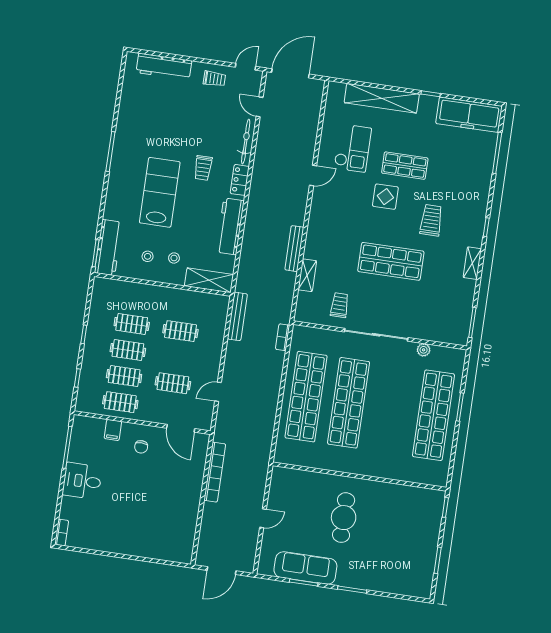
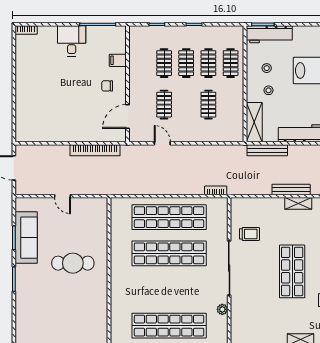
shelving: (307, 275) -> (298, 203), moved
bench: (237, 316) -> (267, 150), moved
clothes rail: (120, 402) -> (231, 63), moved

